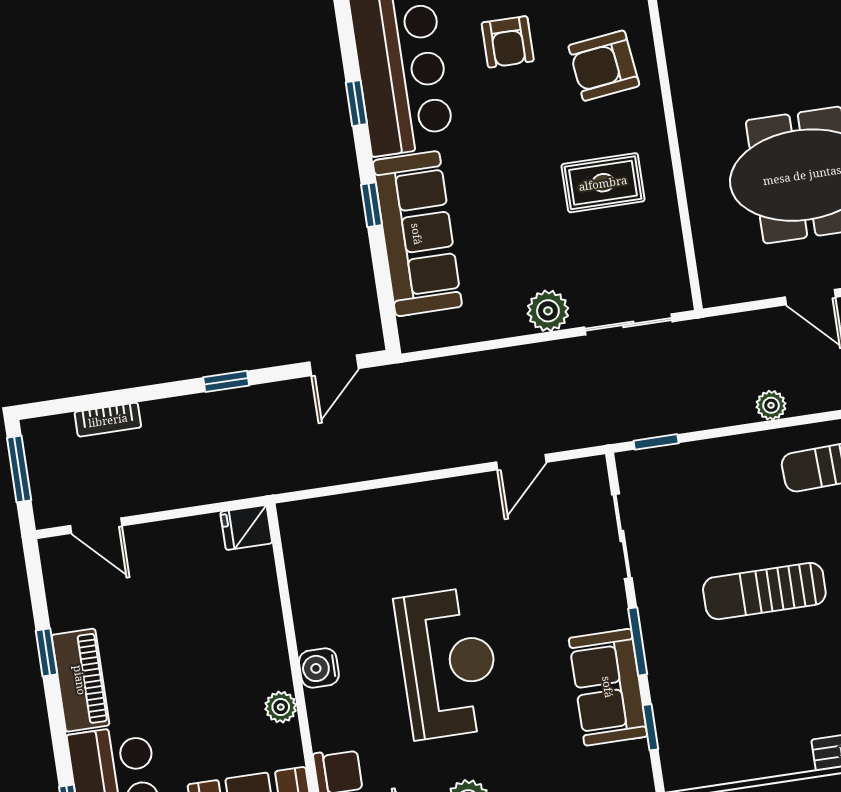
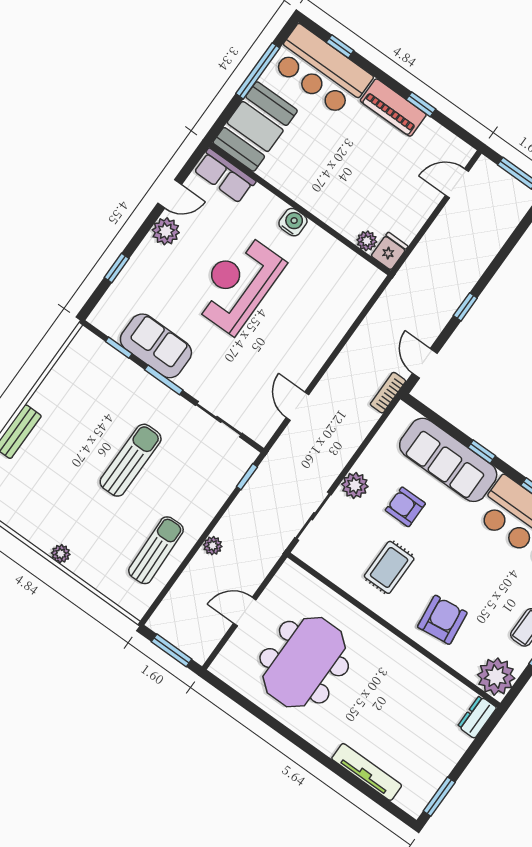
armchair: (508, 42) -> (405, 507), moved
bookcase: (108, 420) -> (388, 393), moved
reception desk: (448, 663) -> (238, 283), turned 90
plant: (281, 707) -> (367, 241), moved

